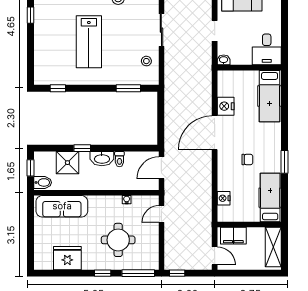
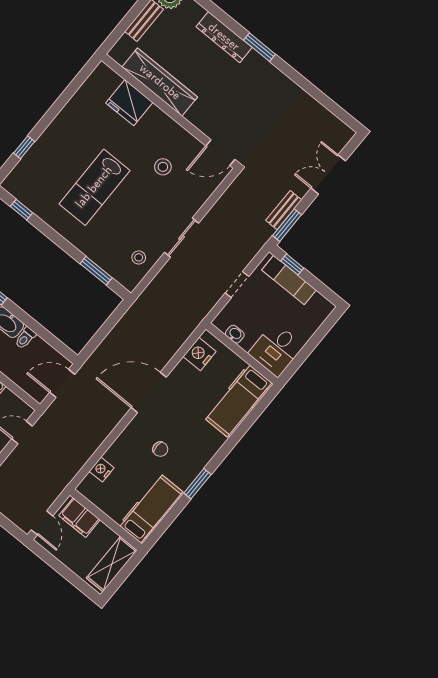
window: (30, 15) -> (24, 147), moved
washbasin: (224, 60) -> (235, 334), moved
nightstand: (226, 106) -> (200, 354), moved

